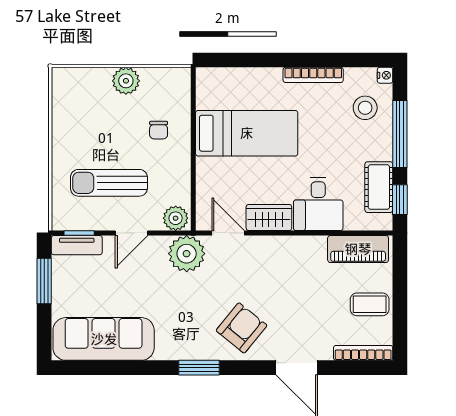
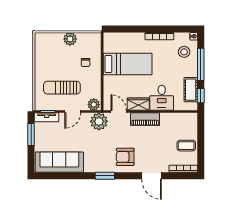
piano: (358, 249) -> (145, 119), moved
armchair: (242, 328) -> (125, 157), turned -129

